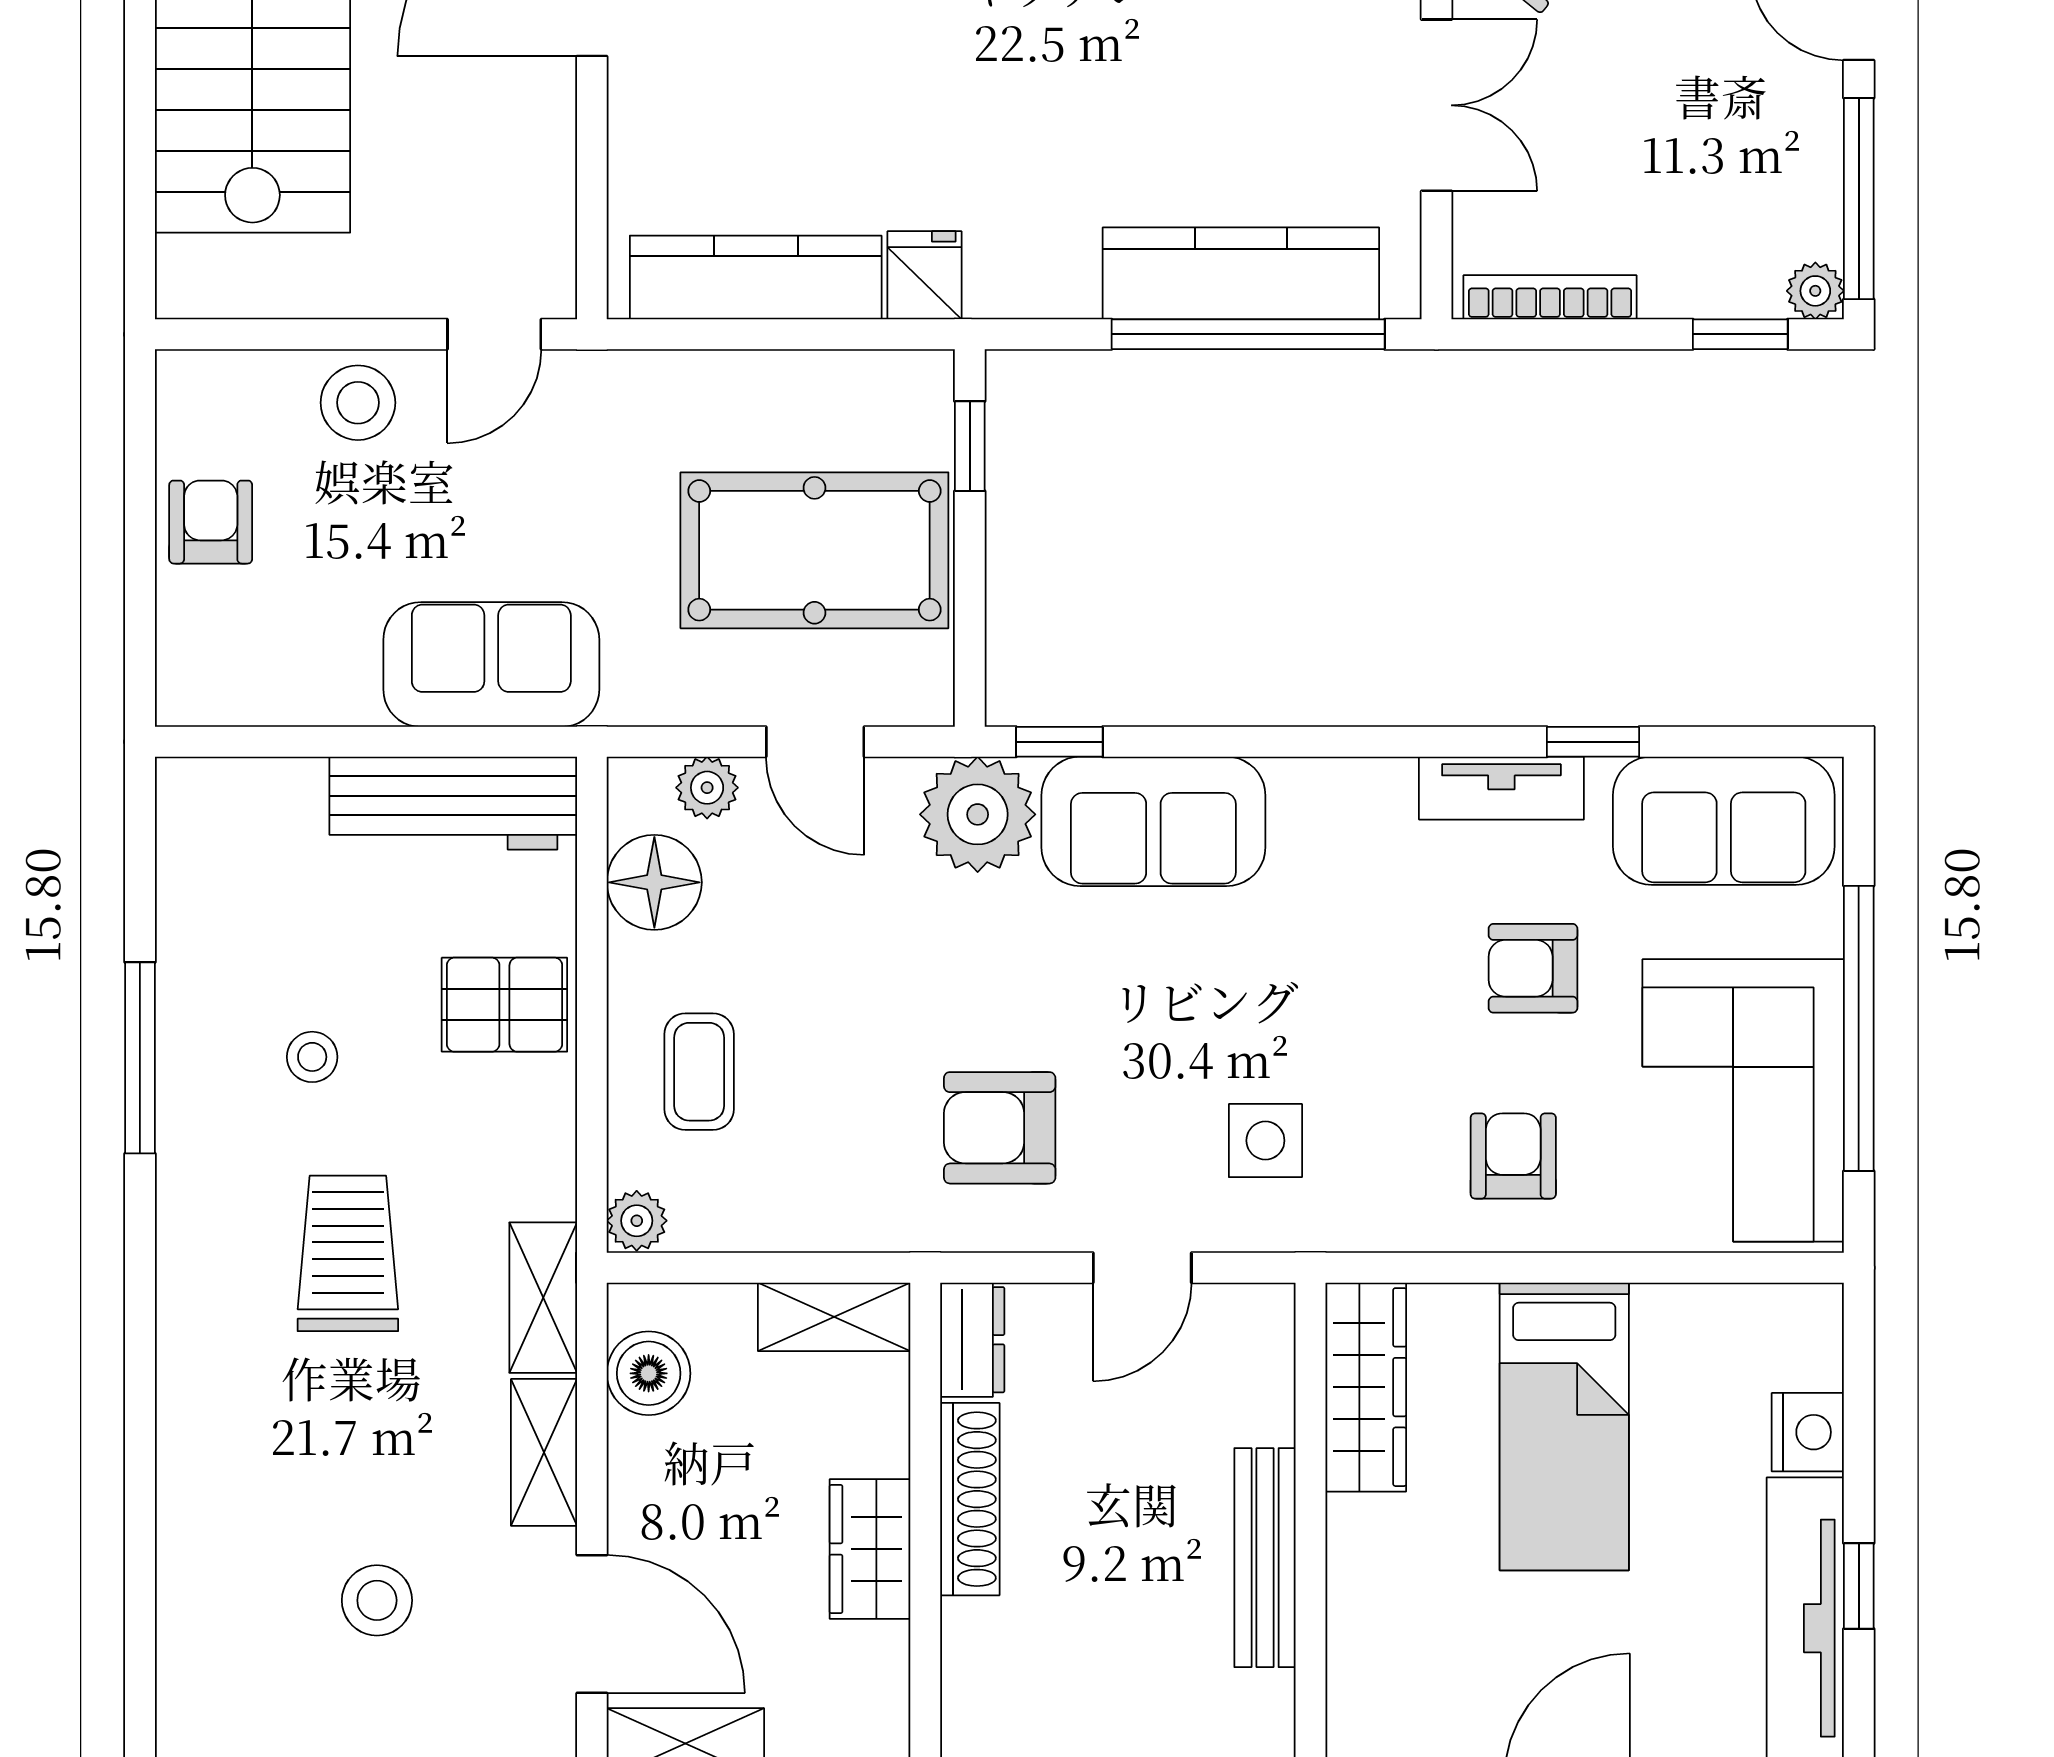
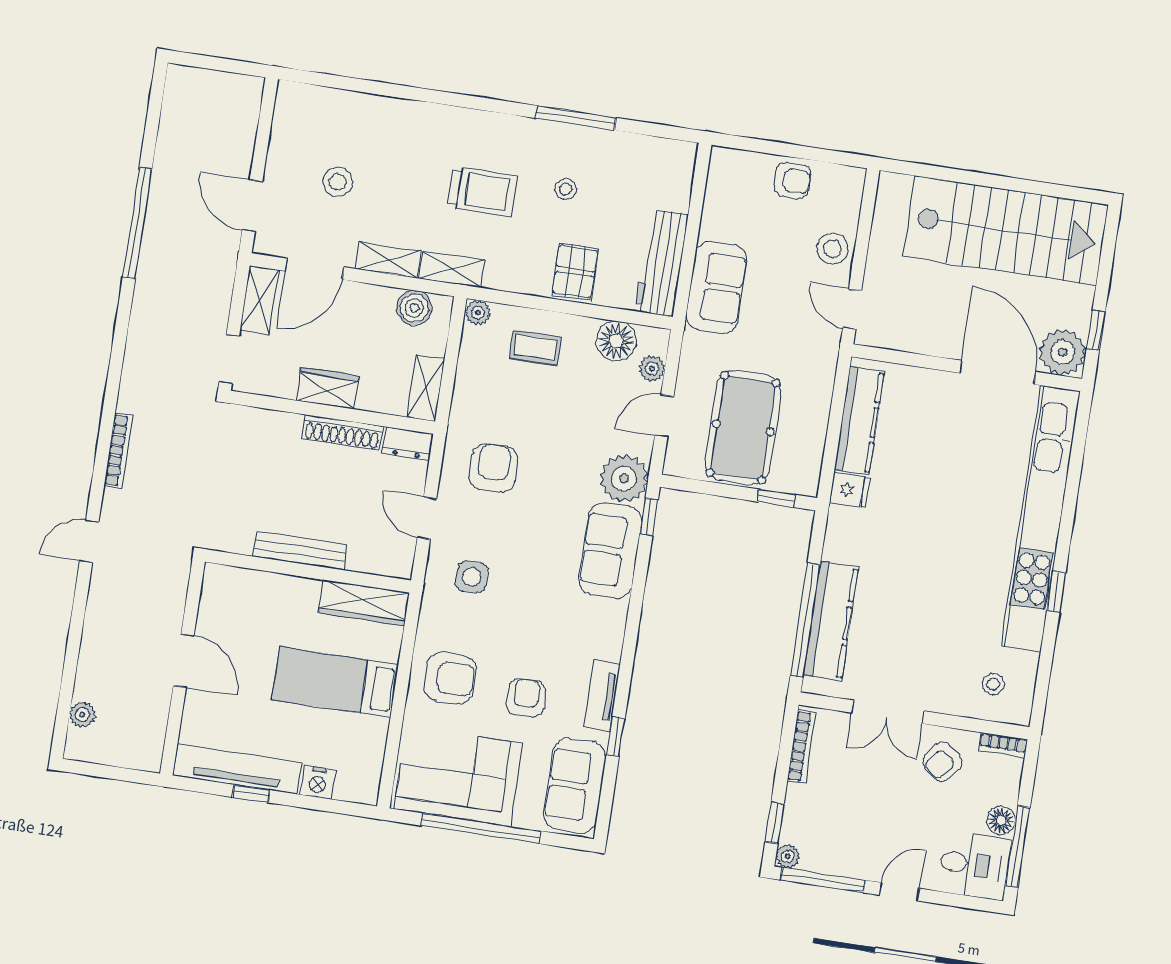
armchair: (1513, 1156) -> (450, 678), width x1.38, depth x1.38

